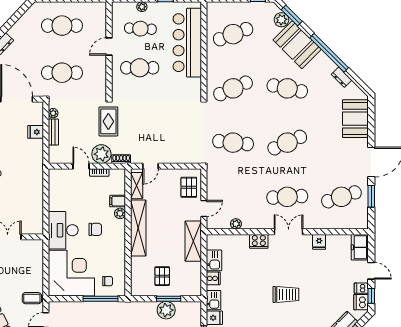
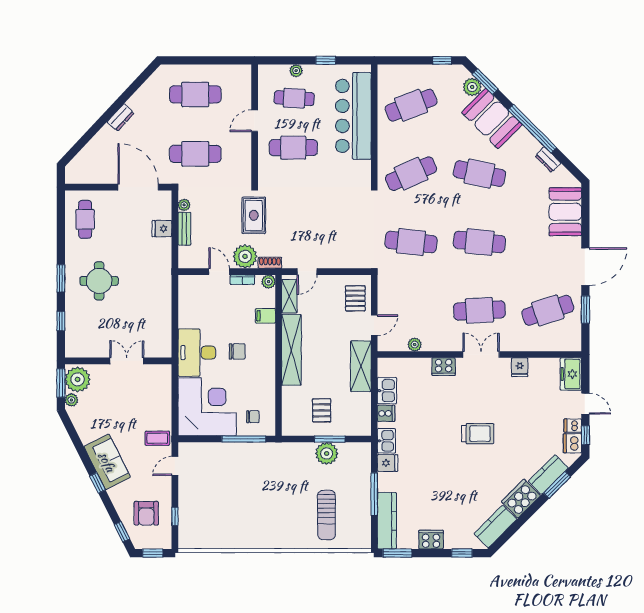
cafe table: (287, 143) -> (479, 242), turned 30
plant: (120, 213) -> (269, 282), moved

